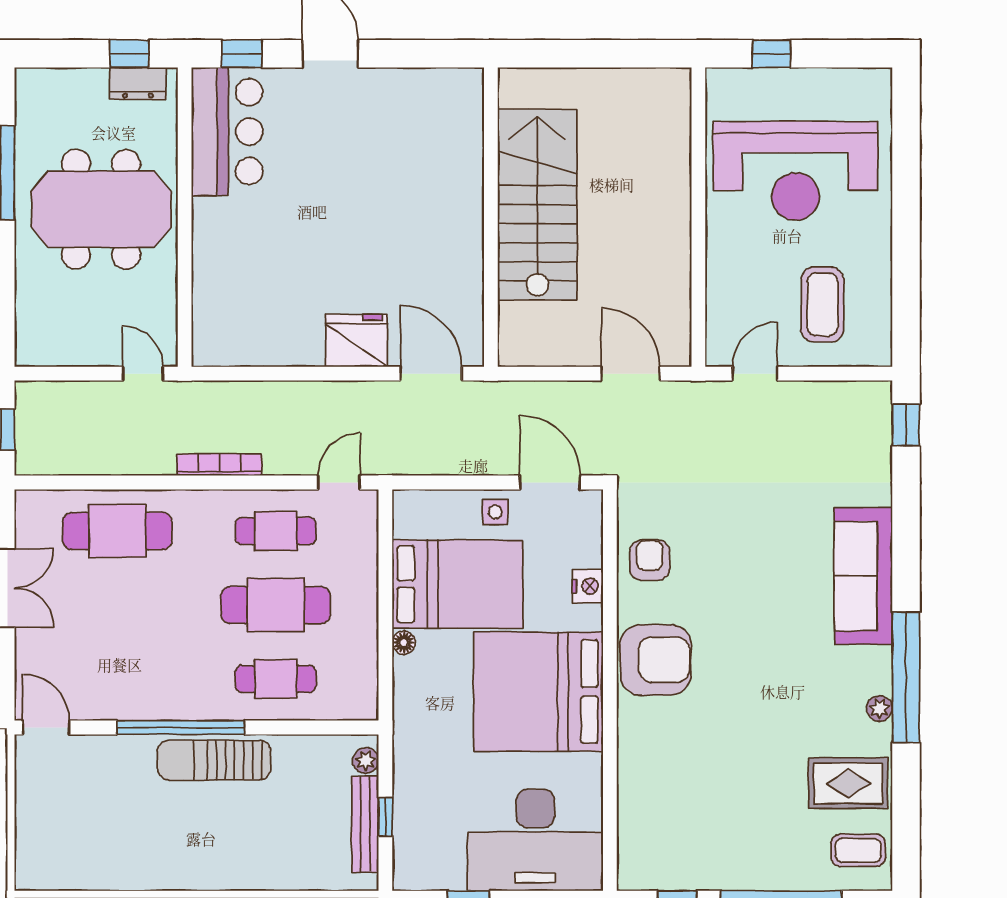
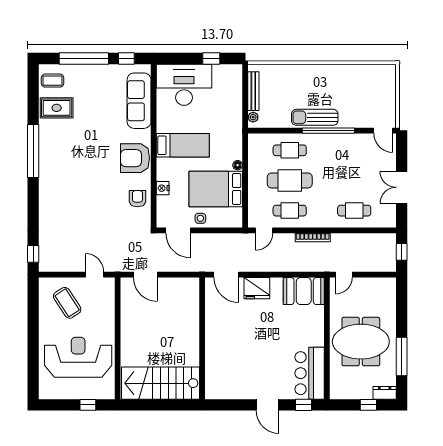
window: (129, 54) -> (368, 405), moved
dresser: (138, 83) -> (385, 393), moved
stairs: (537, 205) -> (161, 383), moved, turned 90
coffee table: (822, 304) -> (67, 303), turned -33
booth: (241, 333) -> (304, 291), added
door: (143, 374) -> (344, 275), hinge flipped
door: (755, 374) -> (95, 275), swing flipped
cafe table: (117, 531) -> (354, 211), width x0.73, depth x0.74
armchair: (650, 560) -> (137, 199), turned 180
sofa: (863, 576) -> (139, 101), moved, turned 180
bed: (538, 692) -> (183, 145), width x0.49
plant: (879, 708) -> (44, 138), removed
sun lounger: (214, 760) -> (315, 117), turned 180
window: (385, 817) -> (245, 94), removed

